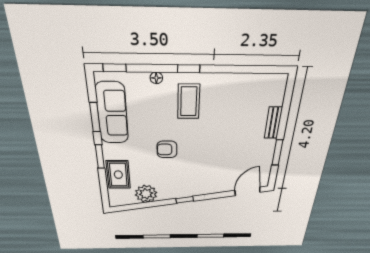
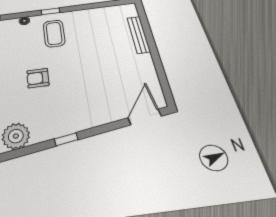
bench: (273, 123) -> (138, 34), width x1.36
window: (277, 152) -> (159, 66), removed

